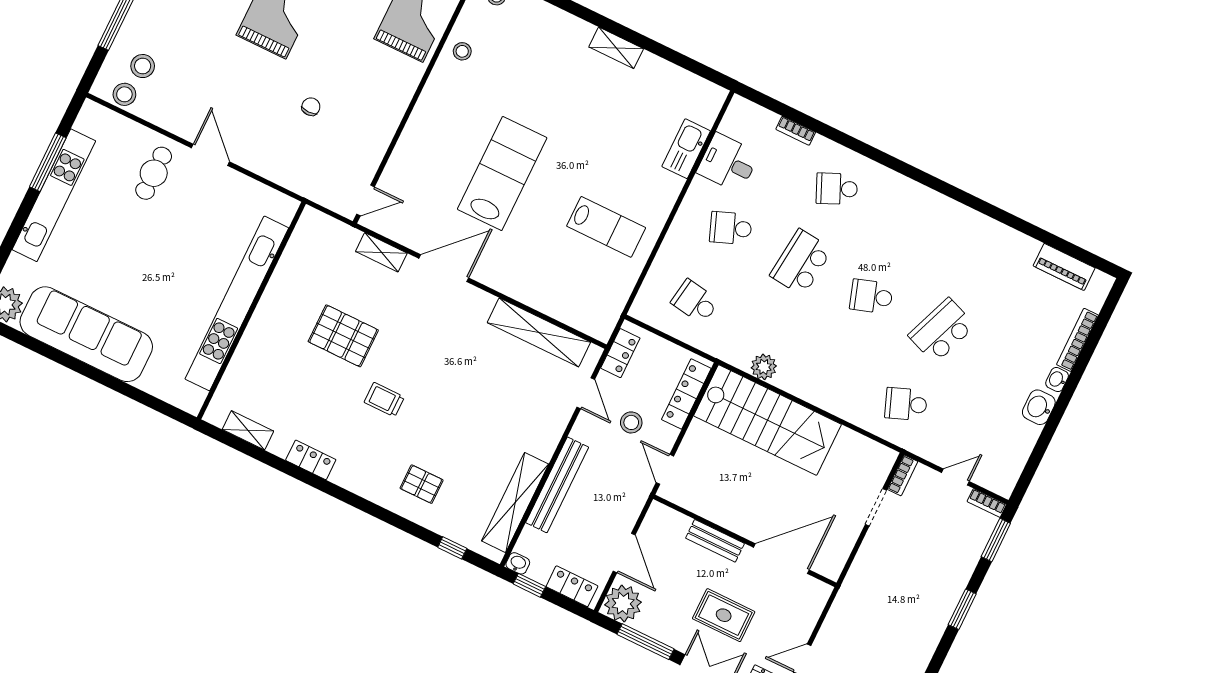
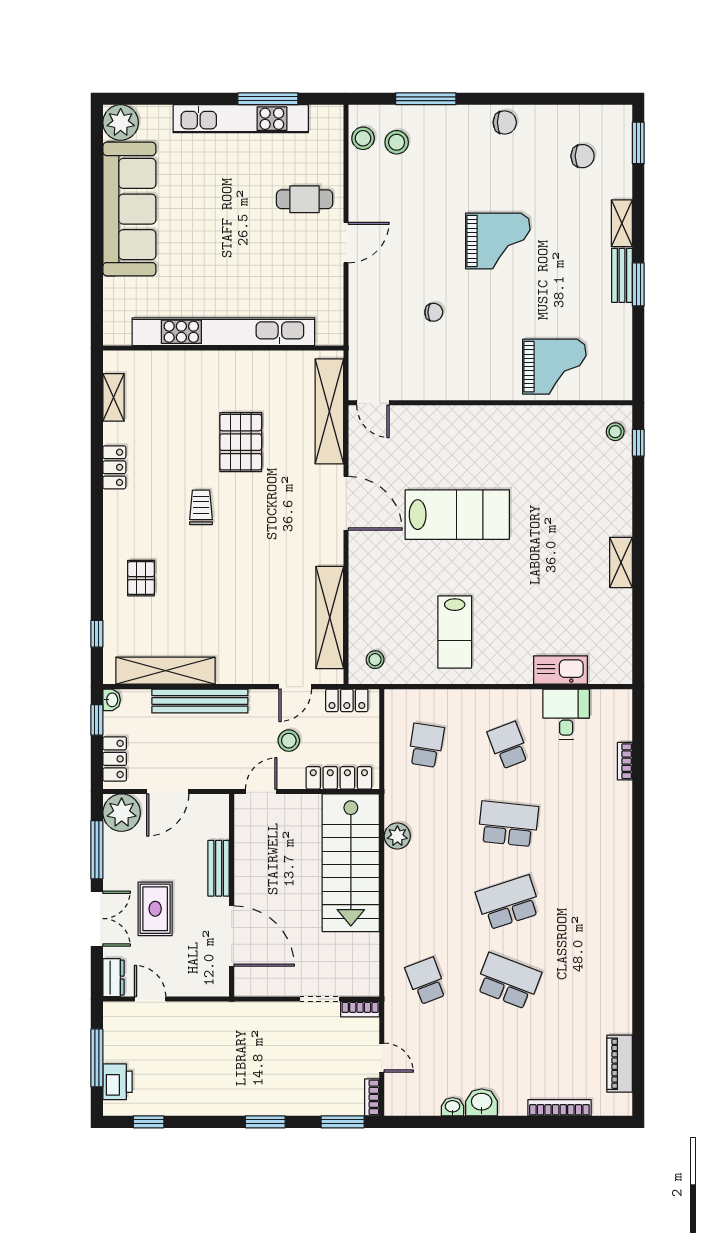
stool: (462, 51) -> (375, 660), moved
school desk: (837, 189) -> (590, 824), removed
shelving: (381, 252) -> (329, 411), width x2.20, depth x1.33
school desk: (871, 296) -> (508, 902), width x1.85
washbasin: (1057, 380) -> (453, 1107), moved

